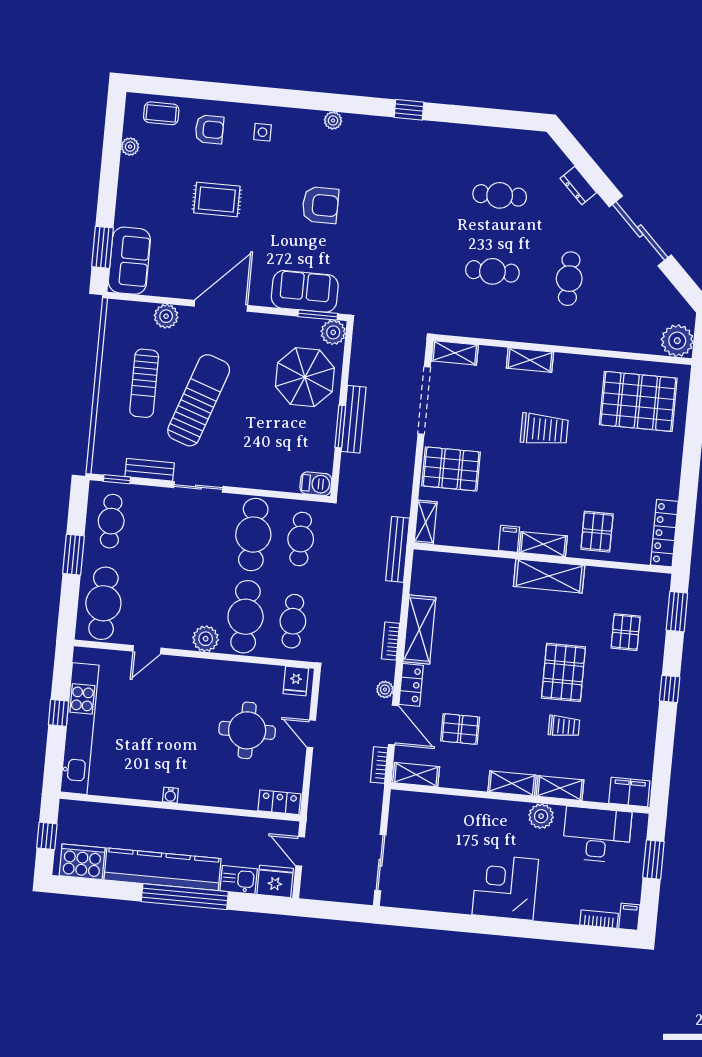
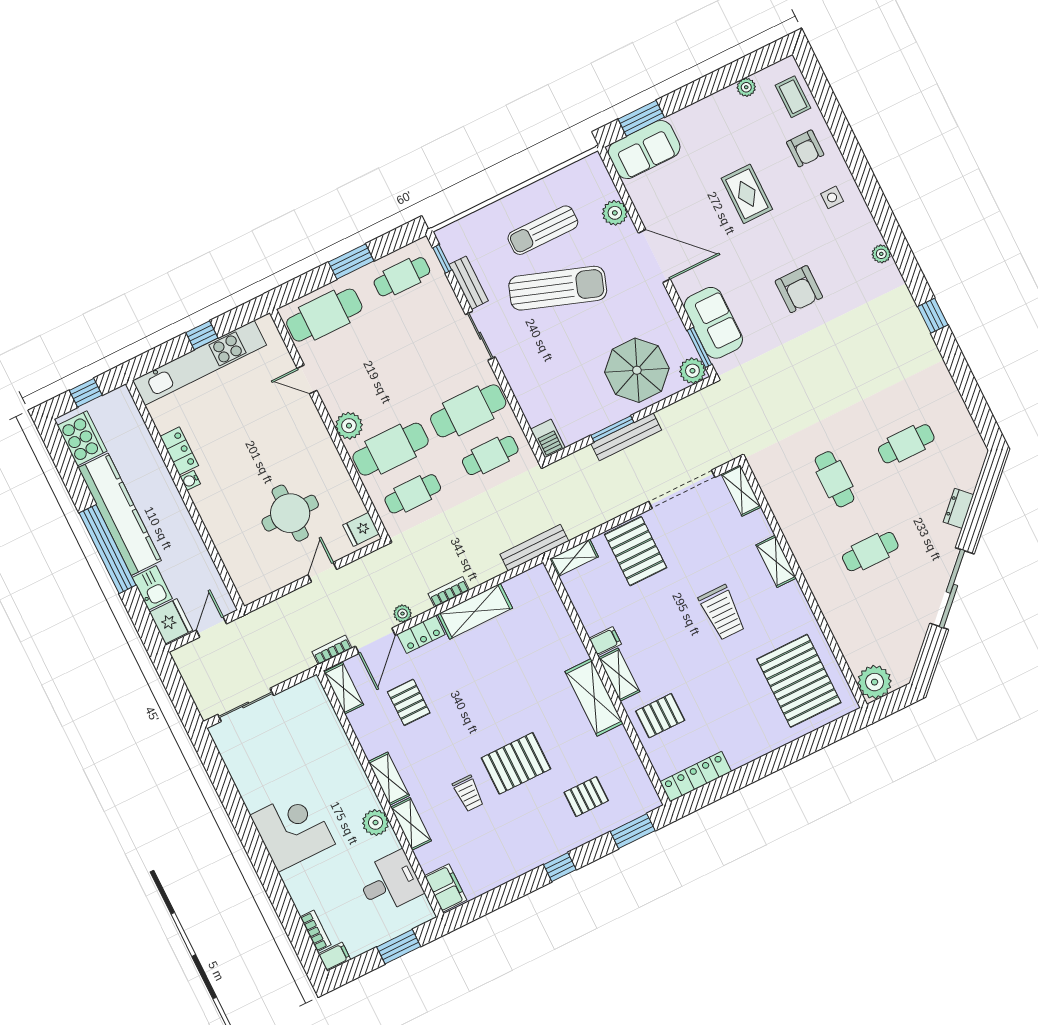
cafe table: (500, 195) -> (906, 444), turned 90
locker: (279, 802) -> (179, 451), moved
desk: (597, 835) -> (390, 883), width x0.73

